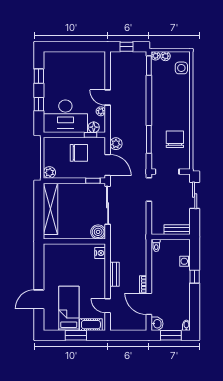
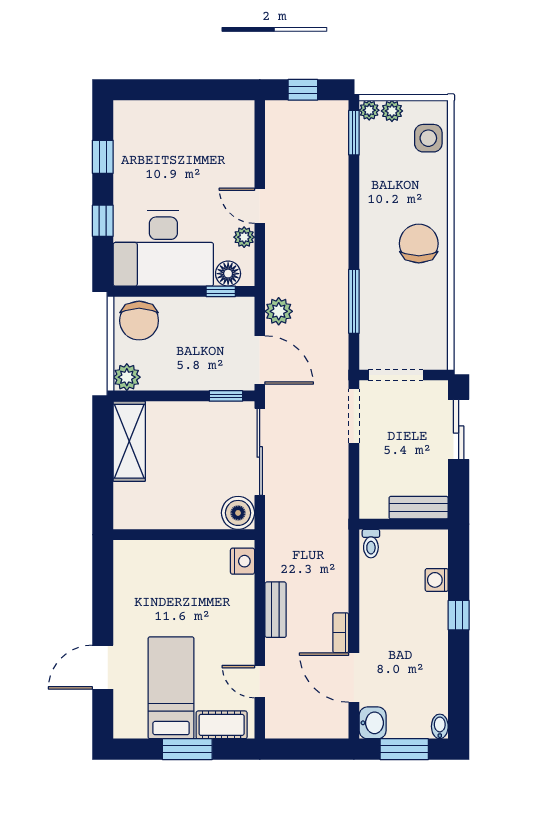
chair: (175, 139) -> (419, 244), moved
chair: (79, 153) -> (139, 321), moved, turned 90
shelving: (51, 209) -> (129, 441), width x0.68

